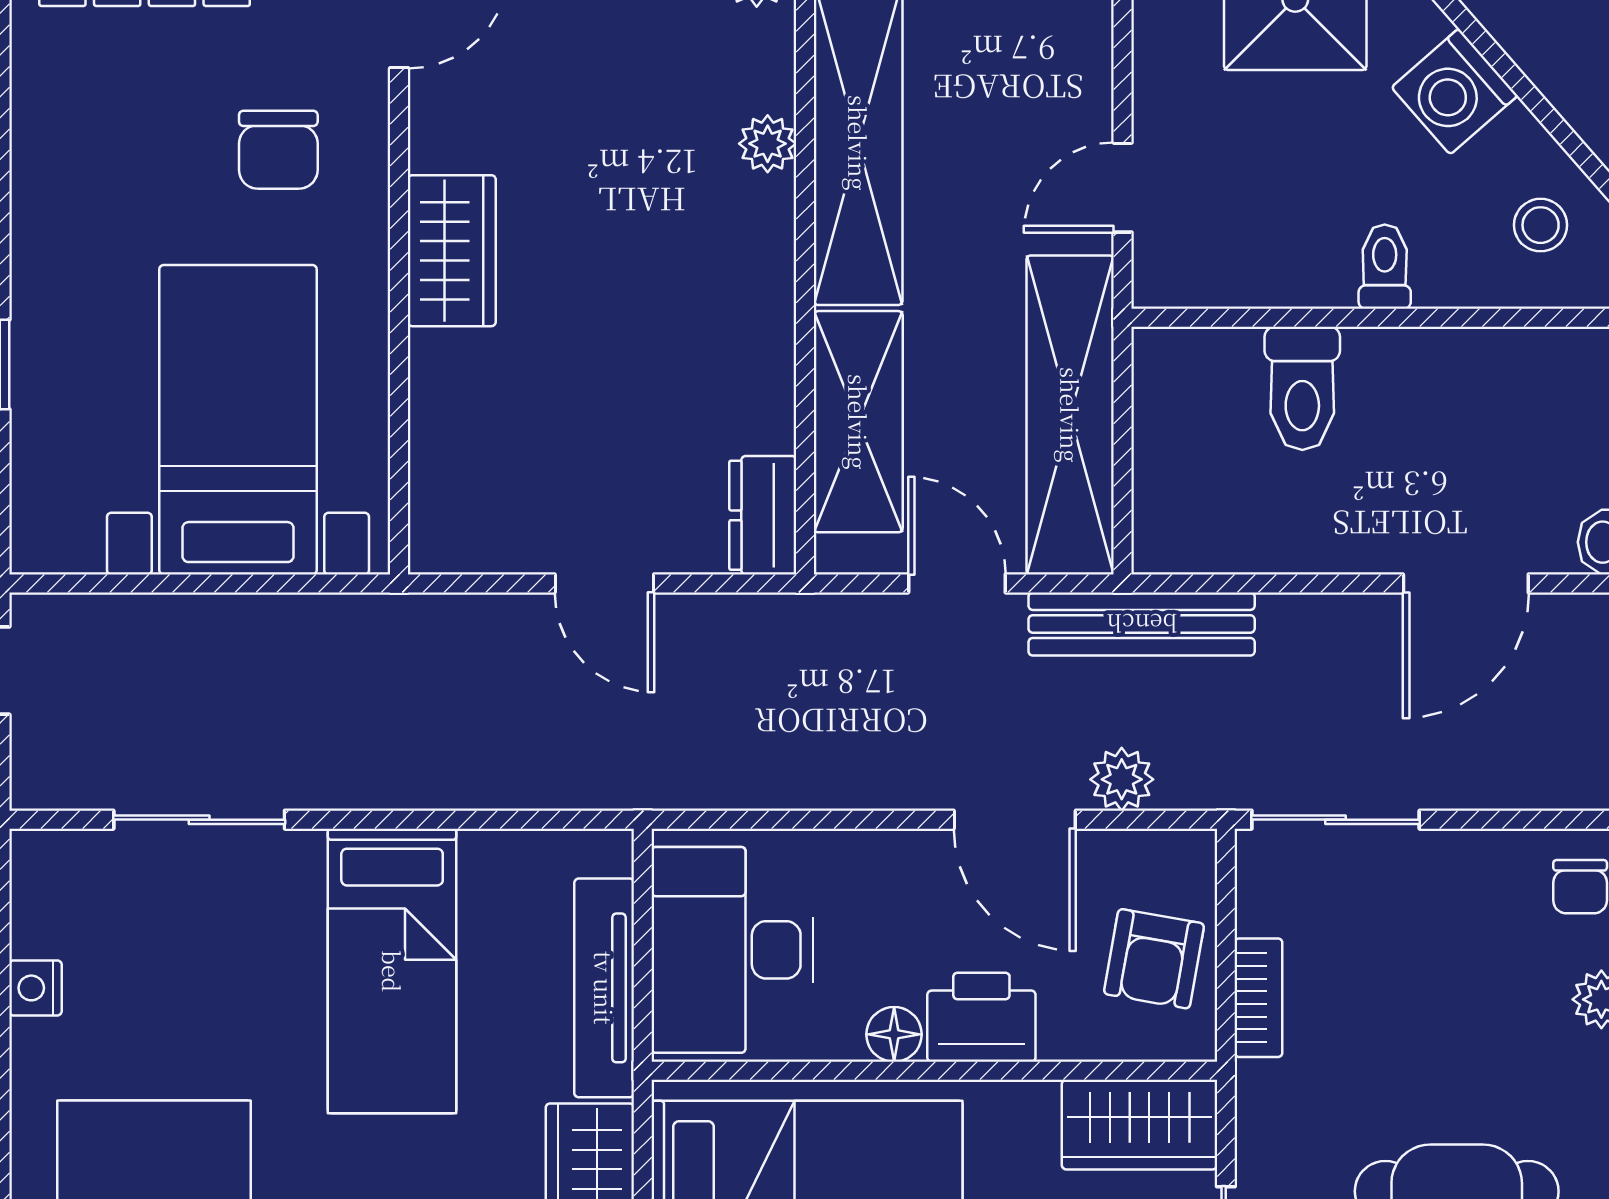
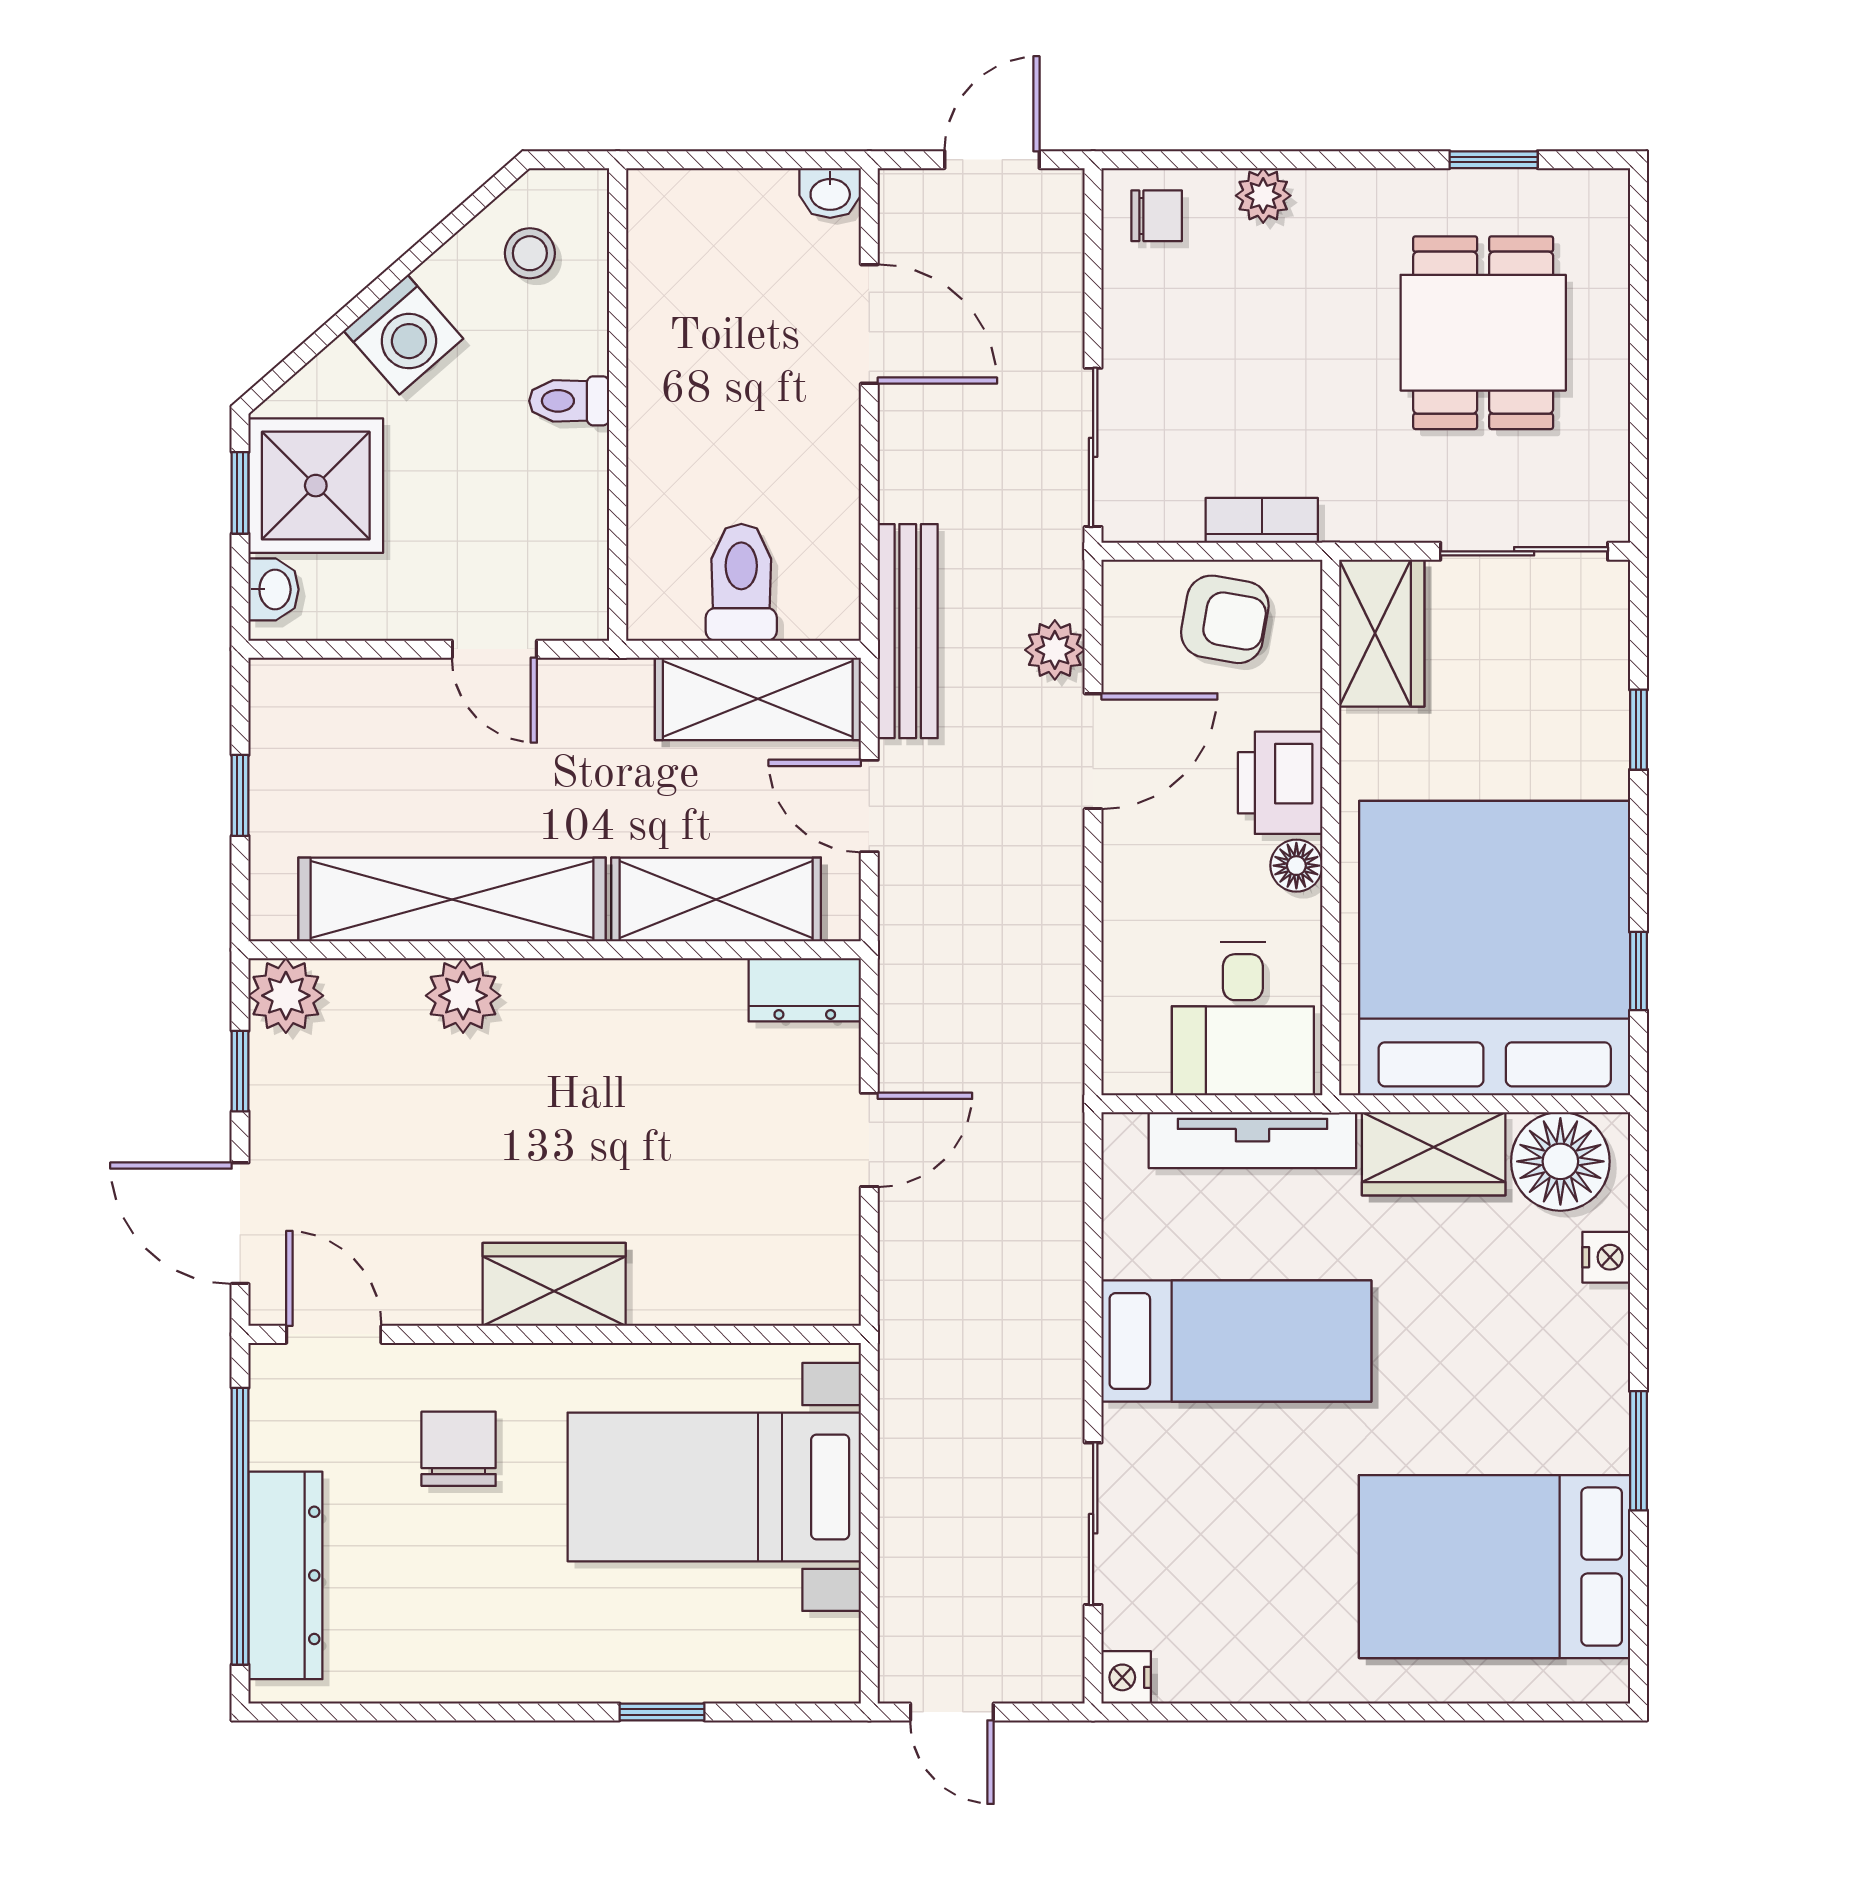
plant: (768, 144) -> (463, 996), width x1.38, depth x1.38
chair: (278, 150) -> (459, 1449), turned -90
toilet: (1302, 388) -> (741, 582), moved, turned -90
shelving: (1070, 415) -> (758, 699), width x0.68
door: (957, 583) -> (869, 806), hinge flipped
desk: (732, 950) -> (1243, 1019), width x0.73
nightstand: (35, 988) -> (1126, 1677), moved, turned 90

